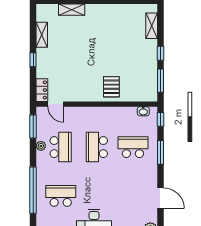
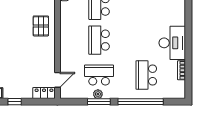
pallet: (111, 87) -> (41, 26), turned 90
window: (33, 126) -> (99, 102), moved
school desk: (97, 147) -> (99, 40), turned 90

